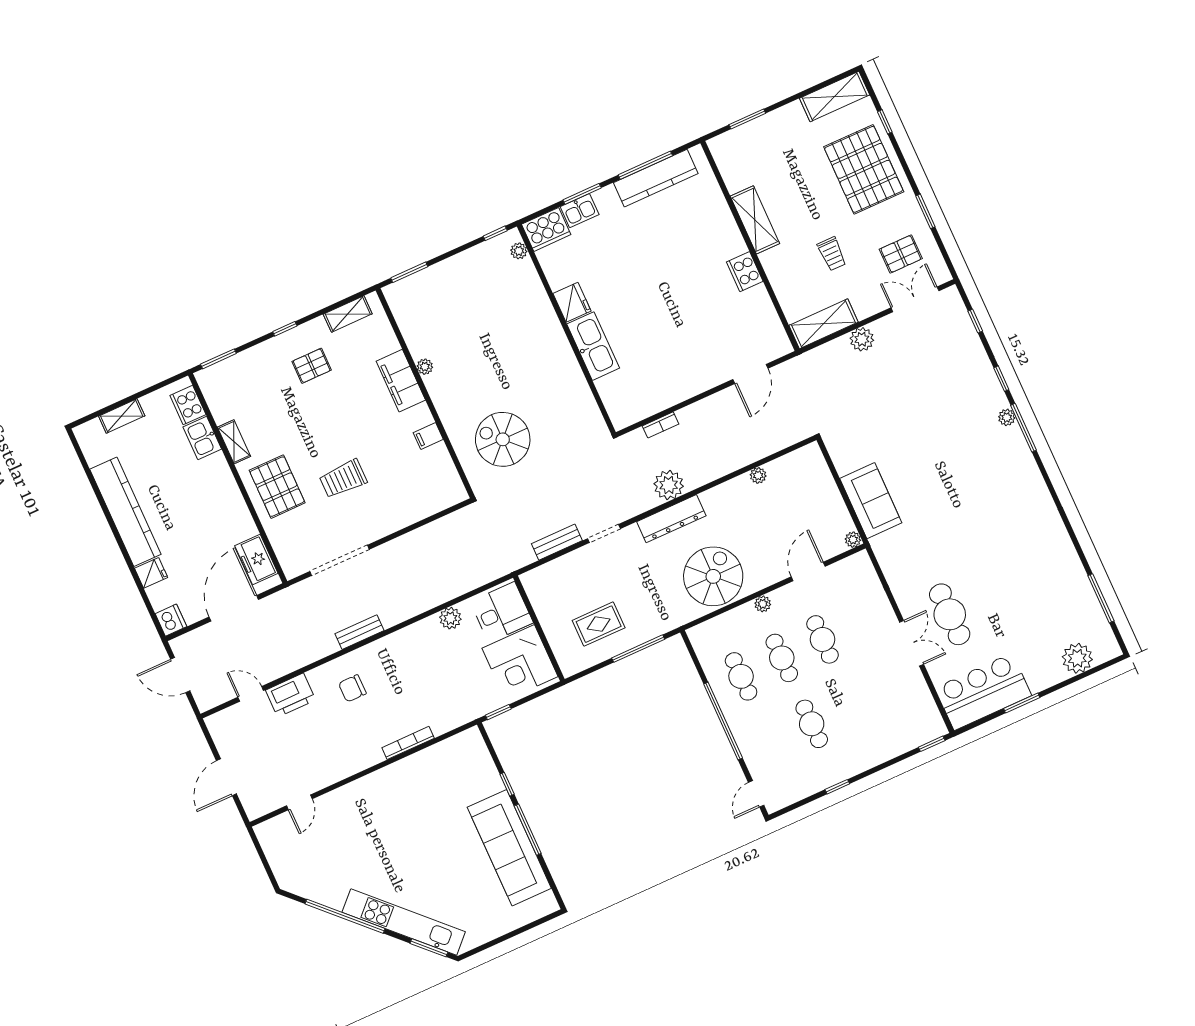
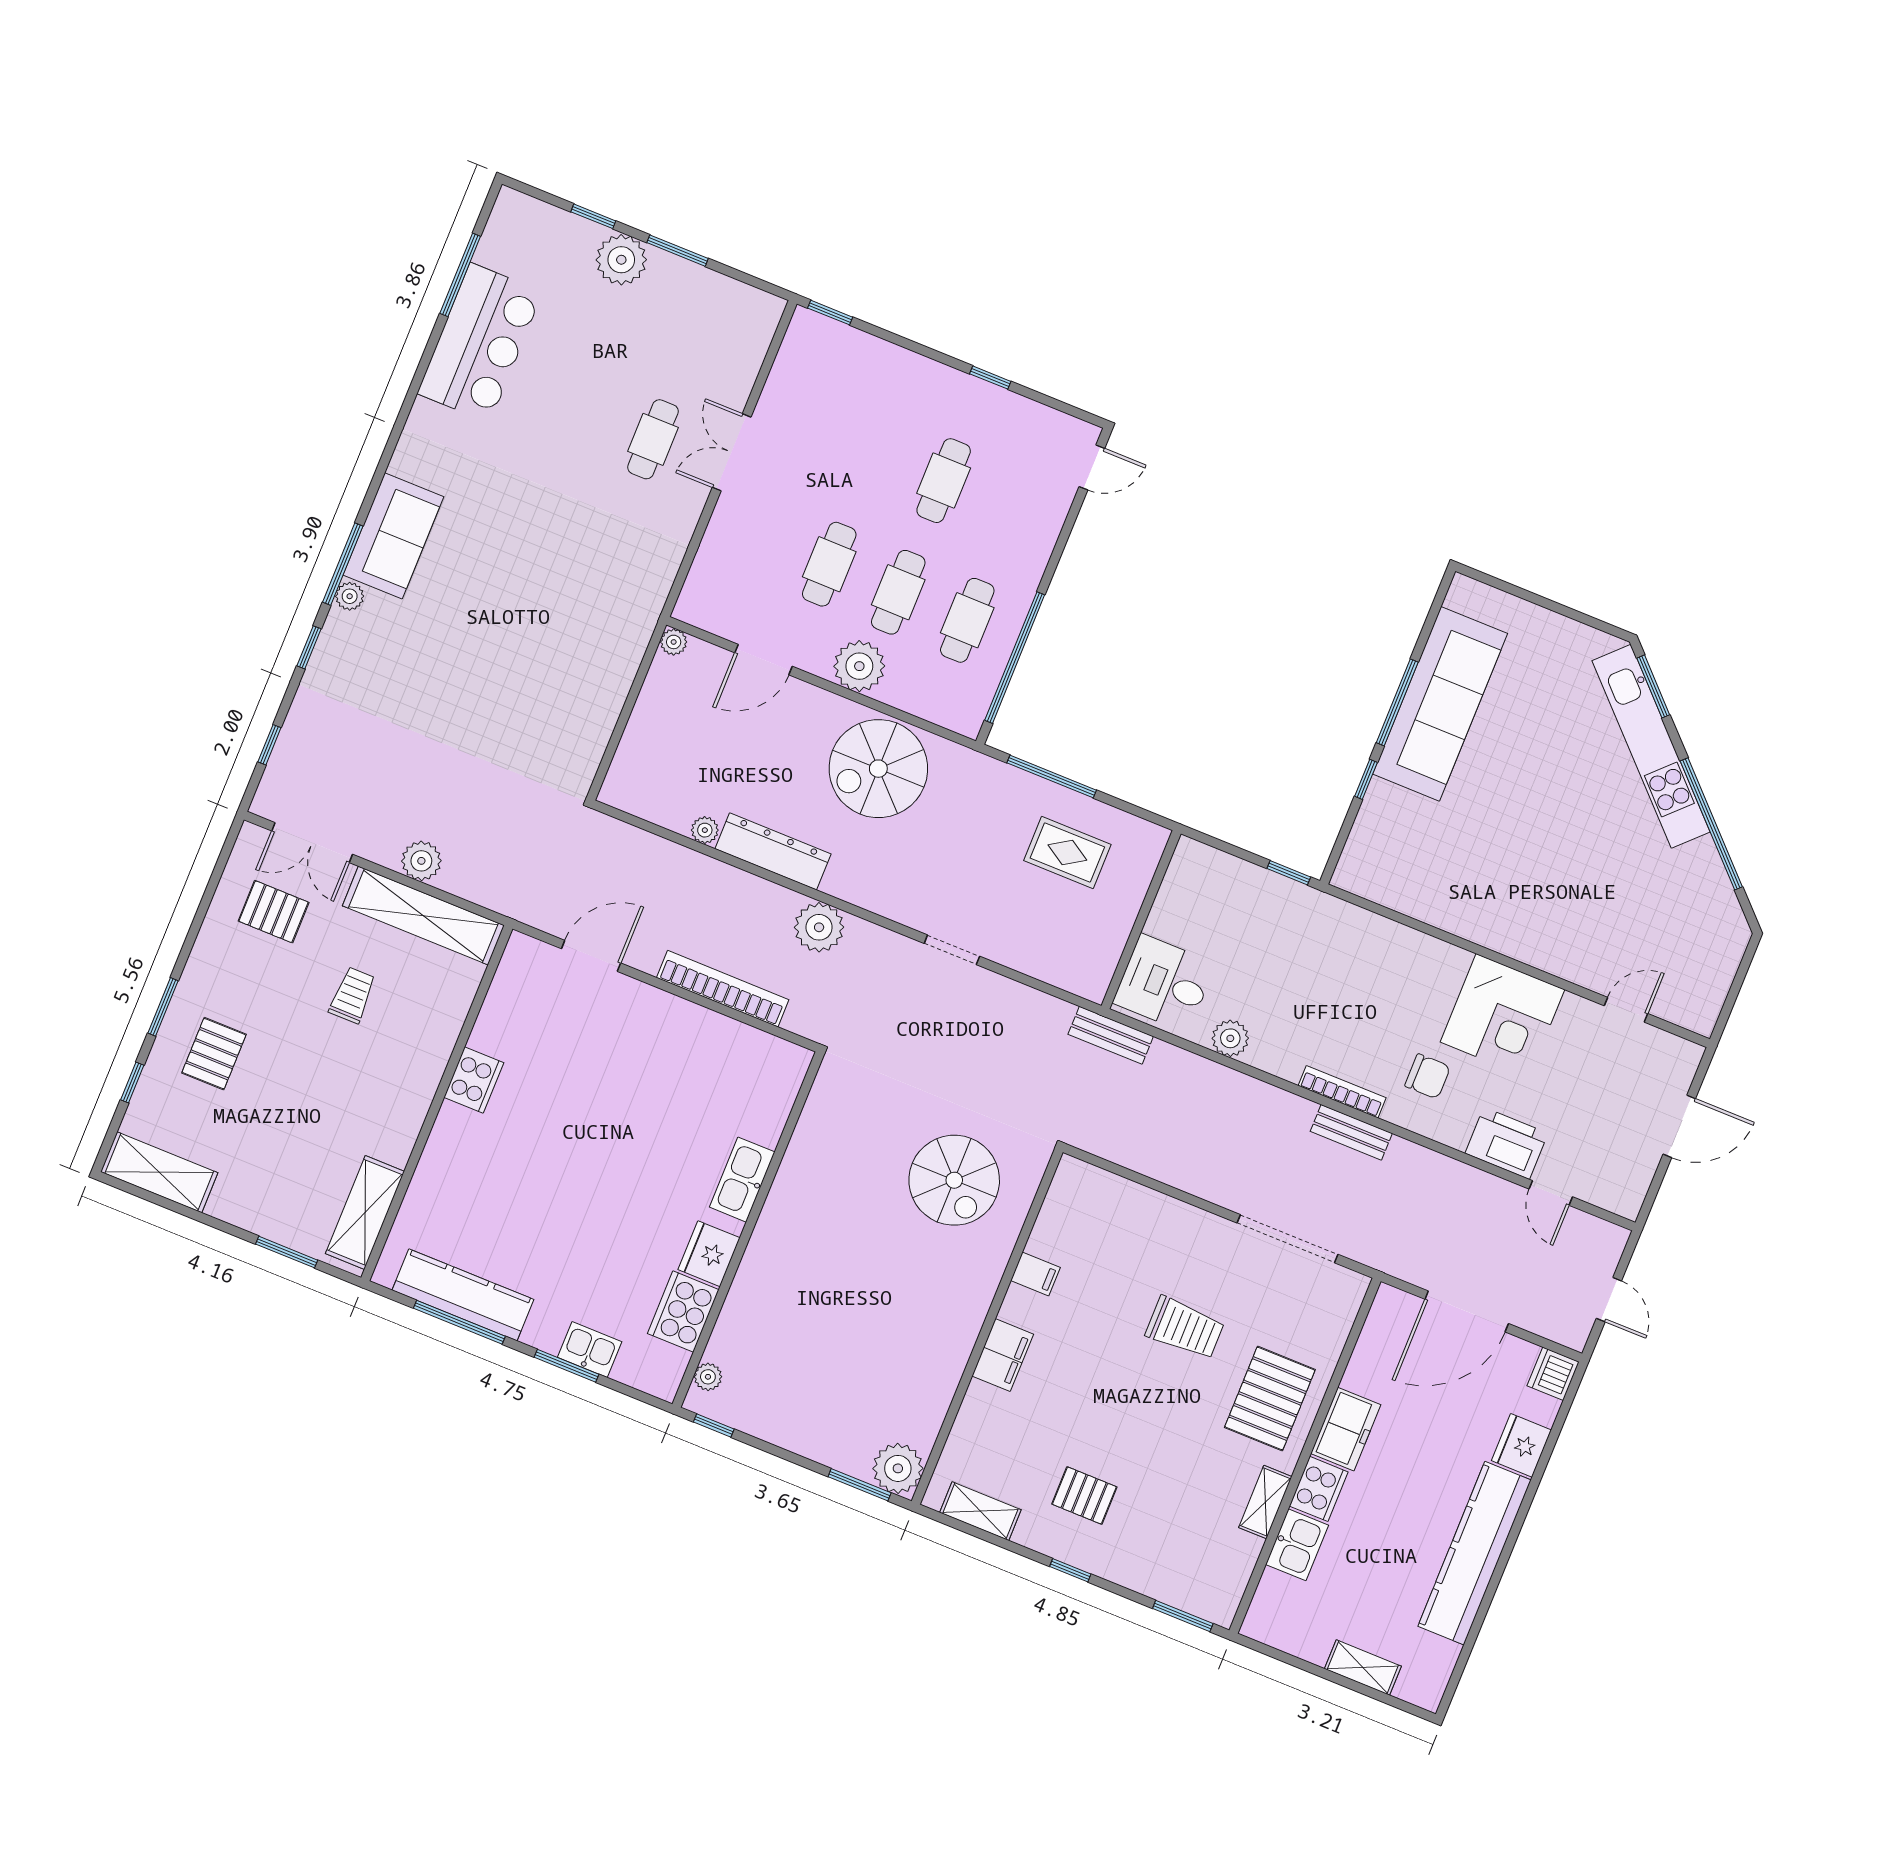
pallet: (864, 169) -> (214, 1054), width x0.49, depth x0.50
window: (925, 211) -> (163, 1007), moved
shelving: (755, 220) -> (365, 1212), moved
cooker: (546, 229) -> (683, 1312), moved, turned -90
shelving: (823, 324) -> (423, 916), width x1.47
kitchen sink: (593, 346) -> (742, 1180), width x0.73, depth x0.81
plant: (425, 367) -> (898, 1468), moved, width x1.88, depth x1.88
filing cabinet: (401, 381) -> (1003, 1355), width x0.67, depth x0.86
cooker: (188, 405) -> (1319, 1489), moved
bookcase: (661, 425) -> (723, 989), width x2.31, depth x1.31
sofa: (871, 501) -> (393, 536), moved, turned 180
dresser: (671, 519) -> (773, 851), moved
bench: (557, 542) -> (1111, 1035), moved
freezer: (256, 560) -> (1346, 1429), moved
fridge: (151, 573) -> (1521, 1445), width x1.38
plant: (763, 604) -> (859, 666), width x1.87, depth x1.87
cafe table: (950, 614) -> (653, 439), width x0.73, depth x0.74
plant: (1077, 658) -> (621, 260), moved
corner desk: (520, 662) -> (1503, 1016), moved, turned 90
door: (180, 675) -> (1609, 1300), width x0.73
window: (1071, 680) -> (593, 216), added
bar counter: (983, 692) -> (480, 343), moved, turned -90
window: (723, 721) -> (1015, 658), moved
bookcase: (408, 743) -> (1342, 1092), moved, turned 180

